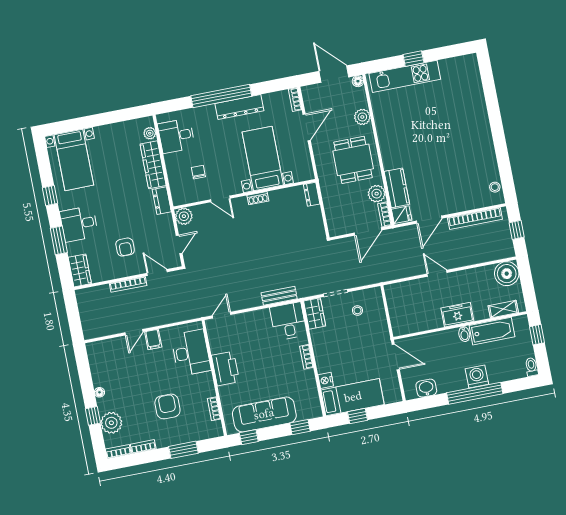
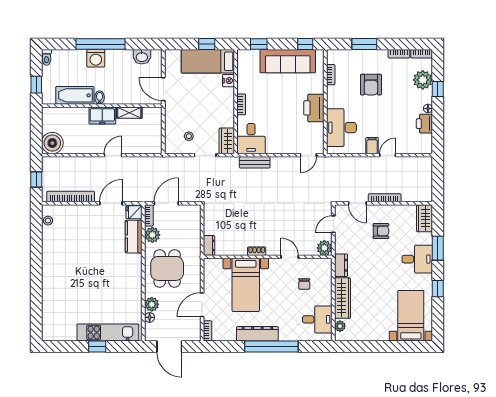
floor lamp: (358, 81) -> (150, 317), moved
armchair: (125, 247) -> (381, 231), turned 90
door: (437, 273) -> (113, 155), swing flipped
shelving: (503, 309) -> (129, 113), moved
printer: (100, 375) -> (424, 124), added

